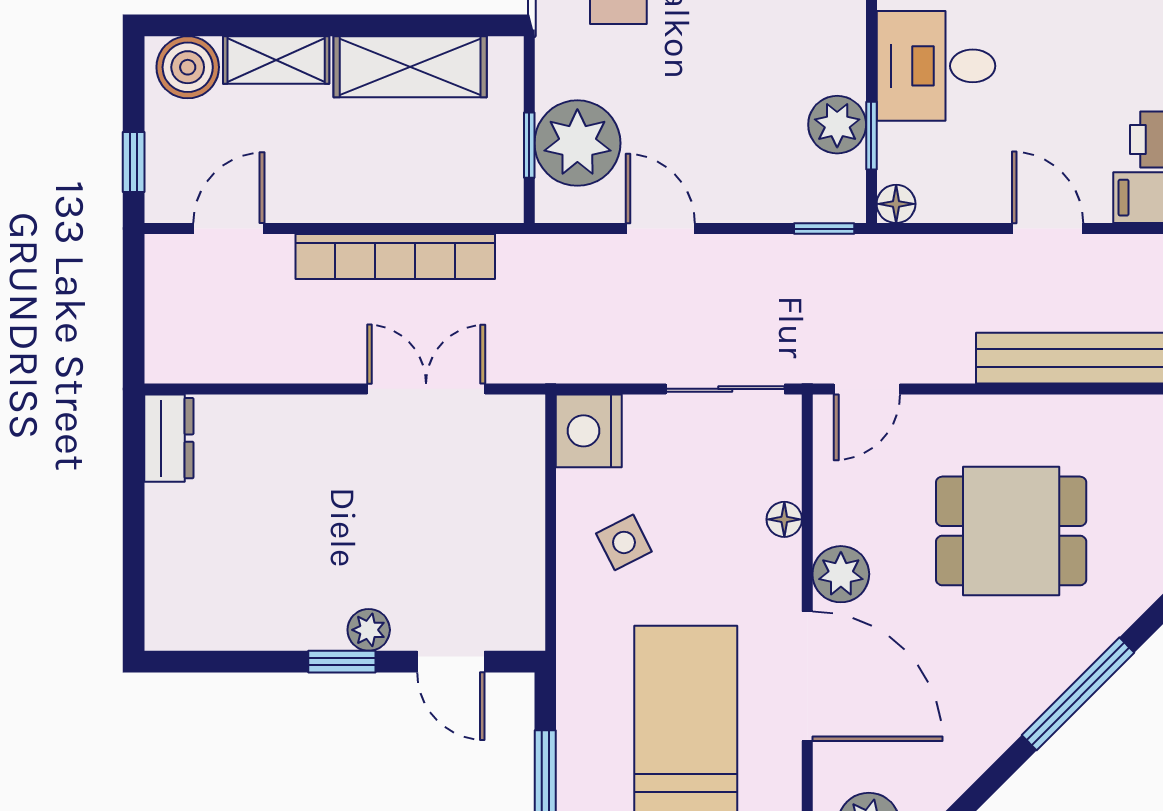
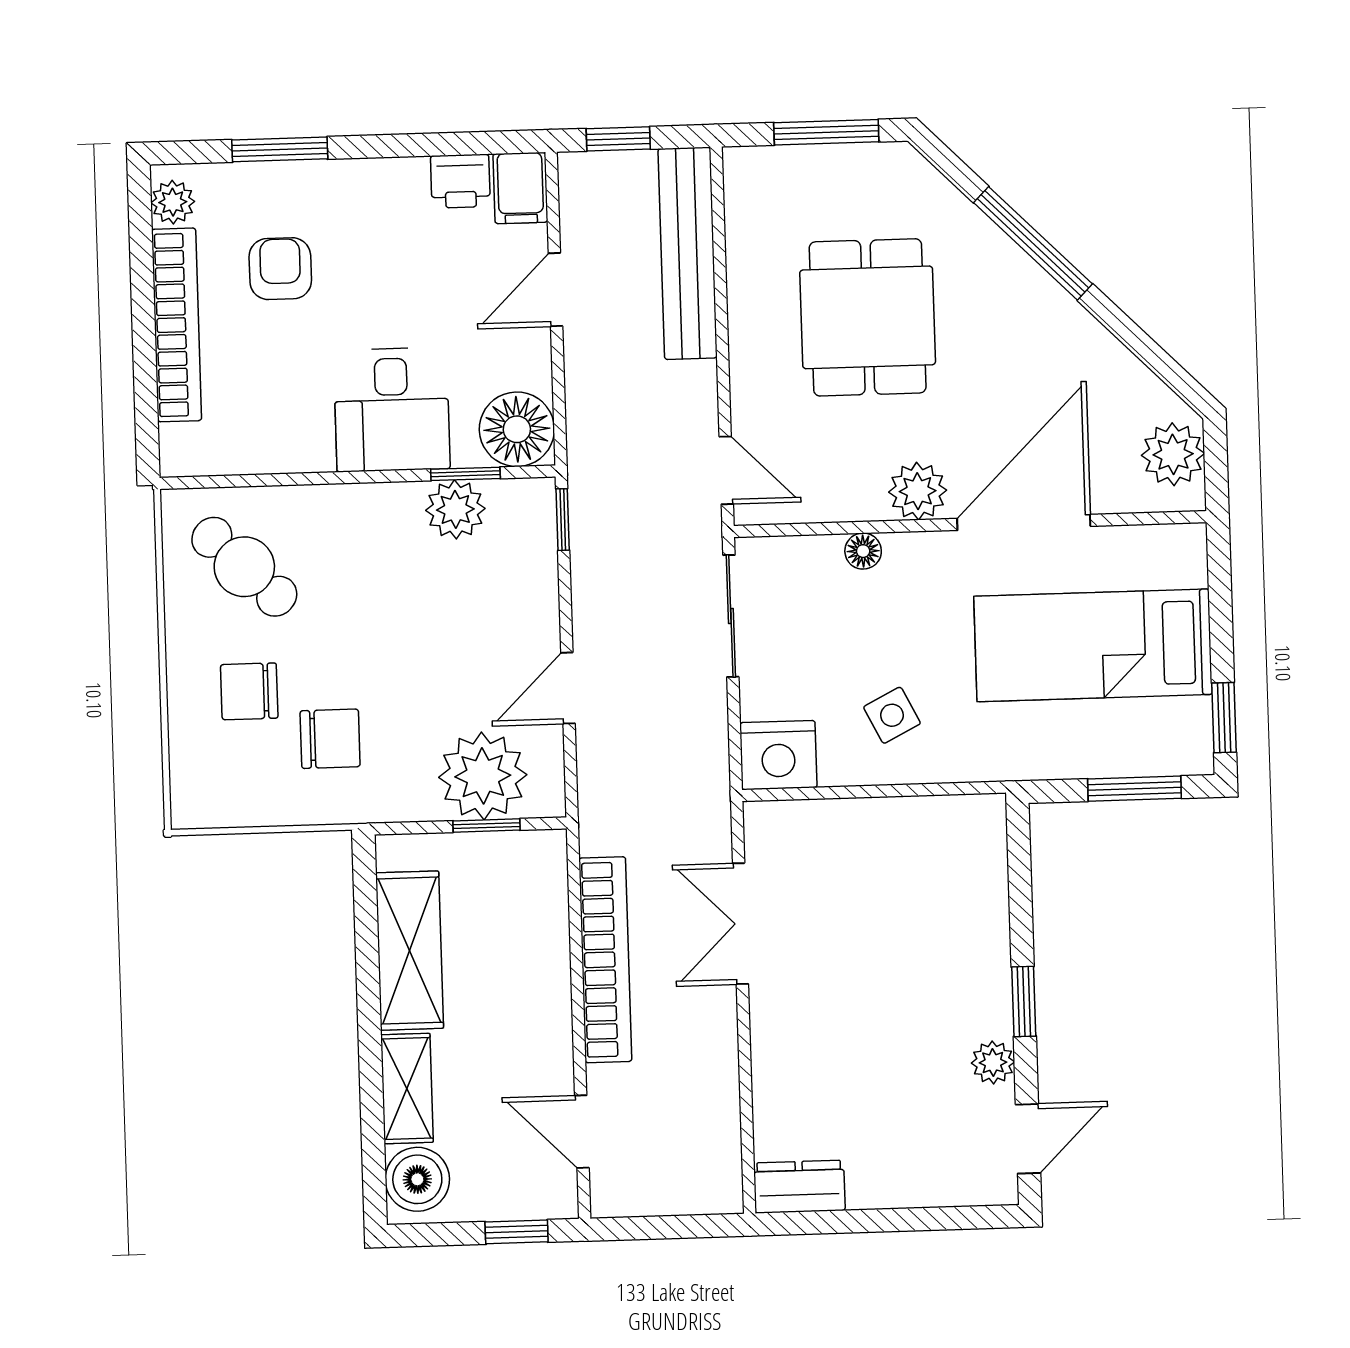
floor lamp: (896, 204) -> (517, 429), width x1.89, depth x1.89
plant: (369, 630) -> (993, 1062), moved
door: (451, 662) -> (1028, 1139), moved

